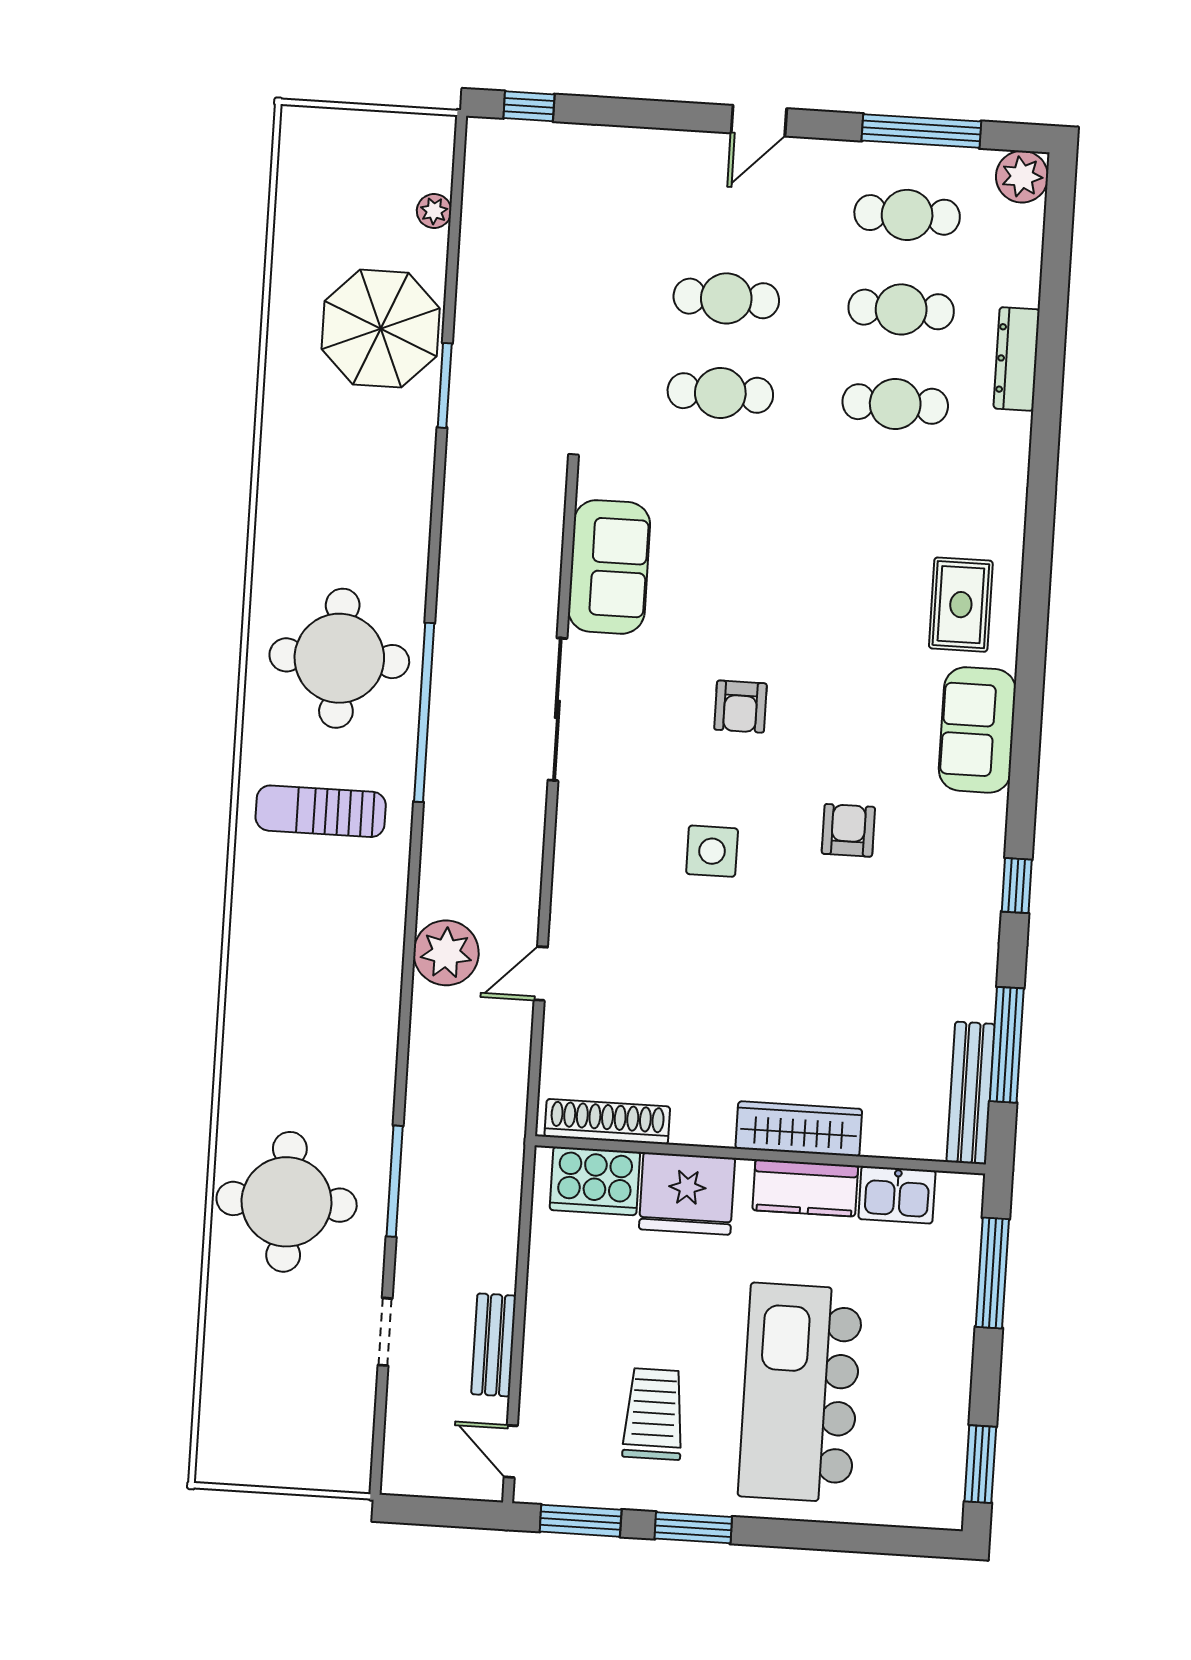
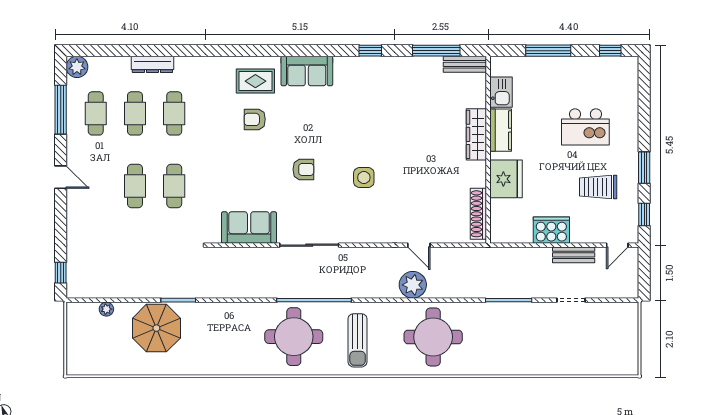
armchair: (848, 830) -> (255, 119), moved
bench: (971, 1093) -> (465, 64), width x0.73
cooker: (595, 1181) -> (551, 230), moved, turned -90
round table: (287, 1202) -> (433, 337), moved
window: (992, 1273) -> (548, 51), moved
kitchen island: (800, 1393) -> (585, 127), width x0.54, depth x0.78
window: (980, 1464) -> (610, 51), width x0.67
window: (581, 1521) -> (644, 214), width x0.67

